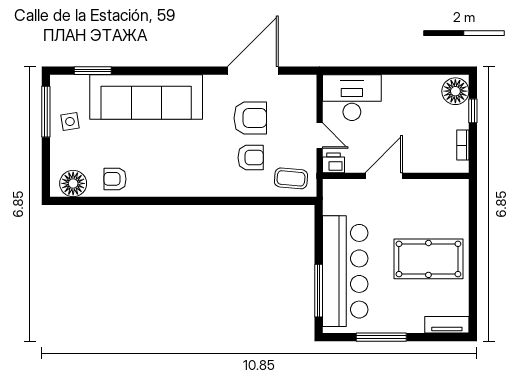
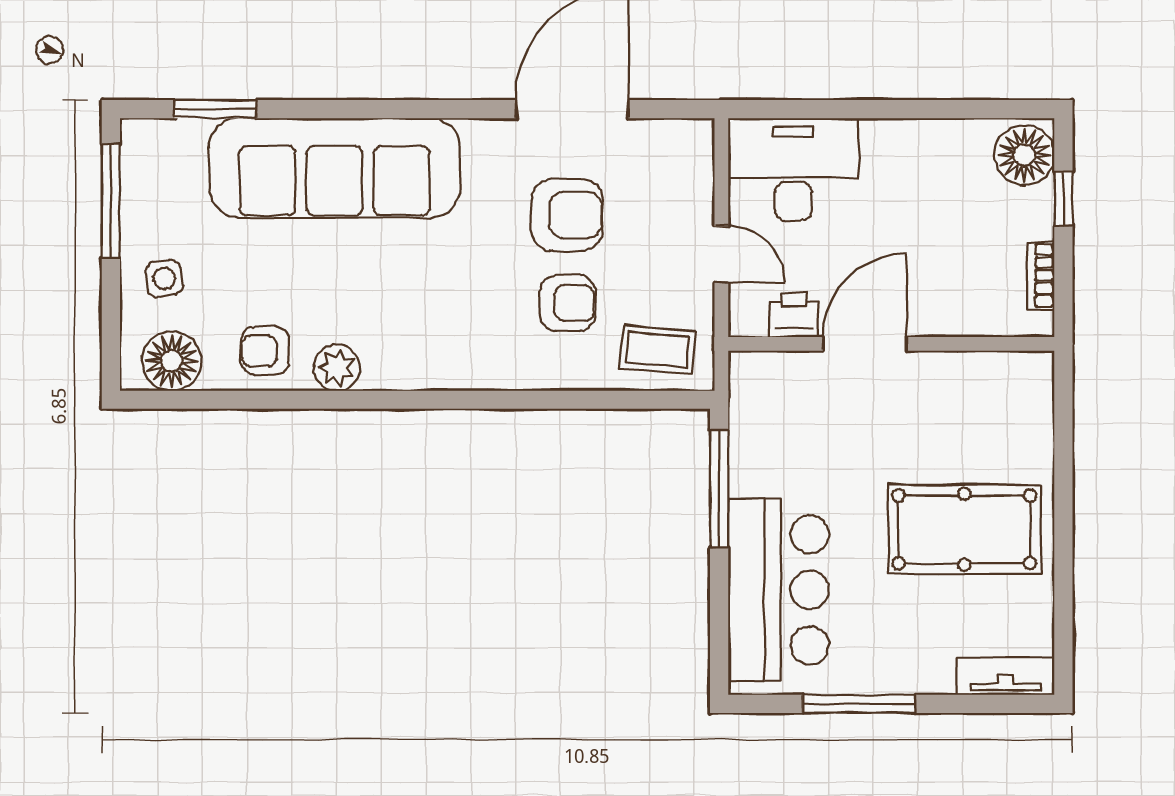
side table: (70, 122) -> (164, 279), moved
printer: (333, 163) -> (794, 315), moved
plant: (147, 186) -> (337, 368), added
bar counter: (345, 271) -> (778, 590), width x0.73
window: (319, 291) -> (719, 489), moved

